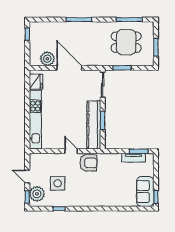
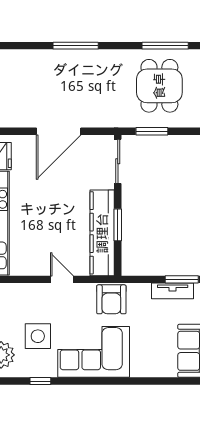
dining table: (126, 42) -> (159, 86), turned 90
plant: (47, 59) -> (20, 115), removed
door: (69, 68) -> (59, 131), swing flipped
armchair: (88, 163) -> (111, 299), moved, turned 90
corner sofa: (89, 192) -> (94, 352), added

